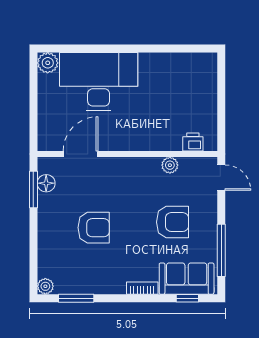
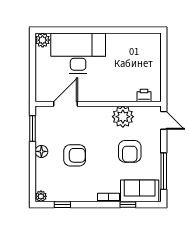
plant: (170, 165) -> (123, 117), width x1.88, depth x1.88
floor lamp: (46, 183) -> (41, 151), moved
armchair: (173, 222) -> (130, 151), turned 90
window: (76, 298) -> (62, 205), width x0.67
window: (187, 298) -> (128, 205), moved

